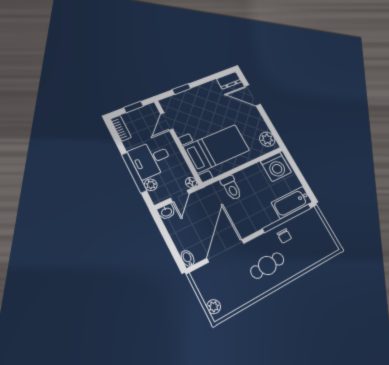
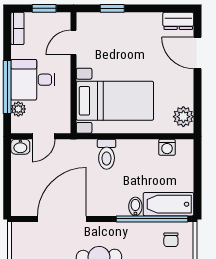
washing machine: (276, 167) -> (167, 147), width x0.53, depth x0.53
floor lamp: (191, 182) -> (64, 127), removed
chair: (284, 236) -> (171, 240), moved
bidet: (188, 258) -> (135, 206), moved

